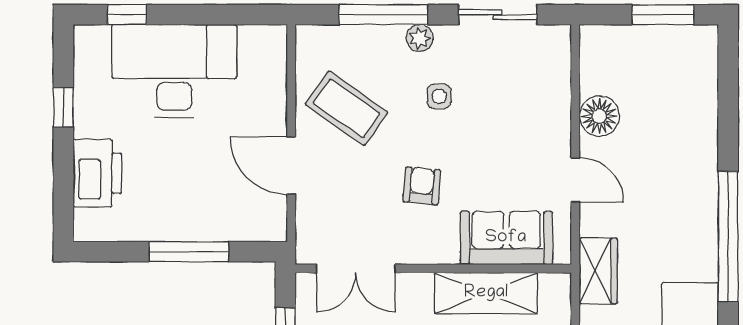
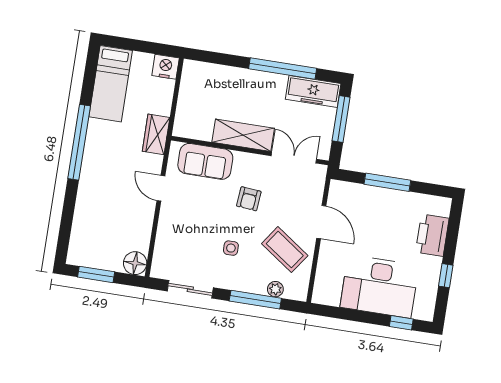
plant: (420, 38) -> (275, 289), moved
floor lamp: (599, 116) -> (135, 263), moved
shelving: (486, 293) -> (243, 135), moved

